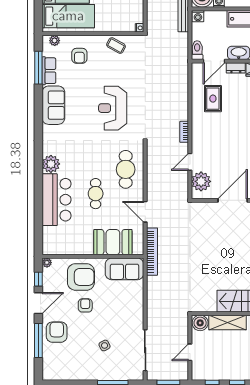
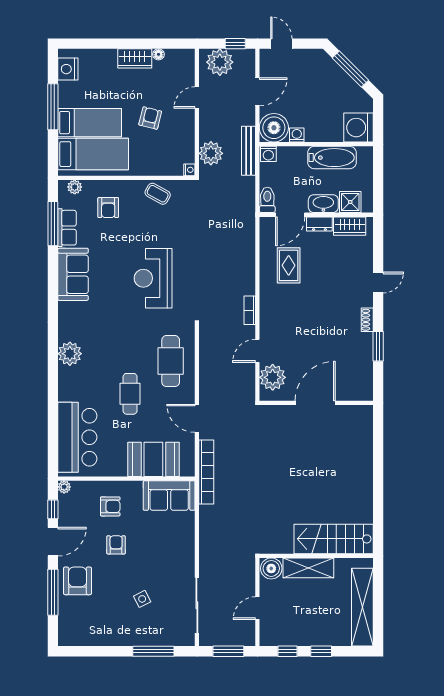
plant: (155, 16) -> (211, 153), added
bar counter: (57, 200) -> (77, 437), moved
armchair: (81, 277) -> (110, 506), width x0.53, depth x0.53

